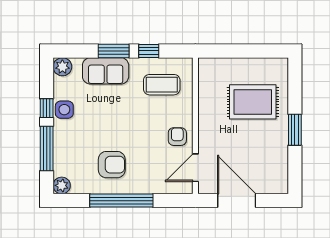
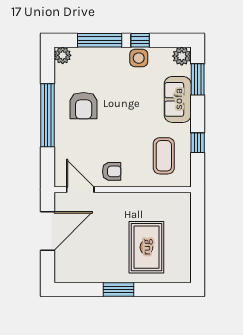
window: (114, 51) -> (198, 79), moved

